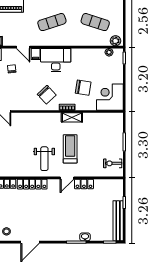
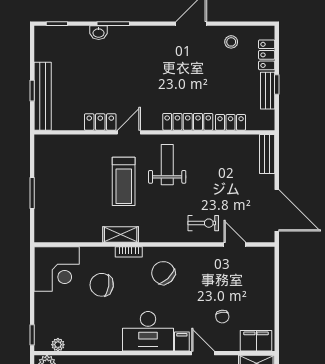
exercise bike: (113, 163) -> (203, 223), moved
bench: (118, 221) -> (43, 96), moved

